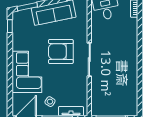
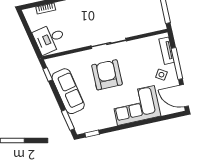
armchair: (61, 52) -> (107, 75), turned 180

